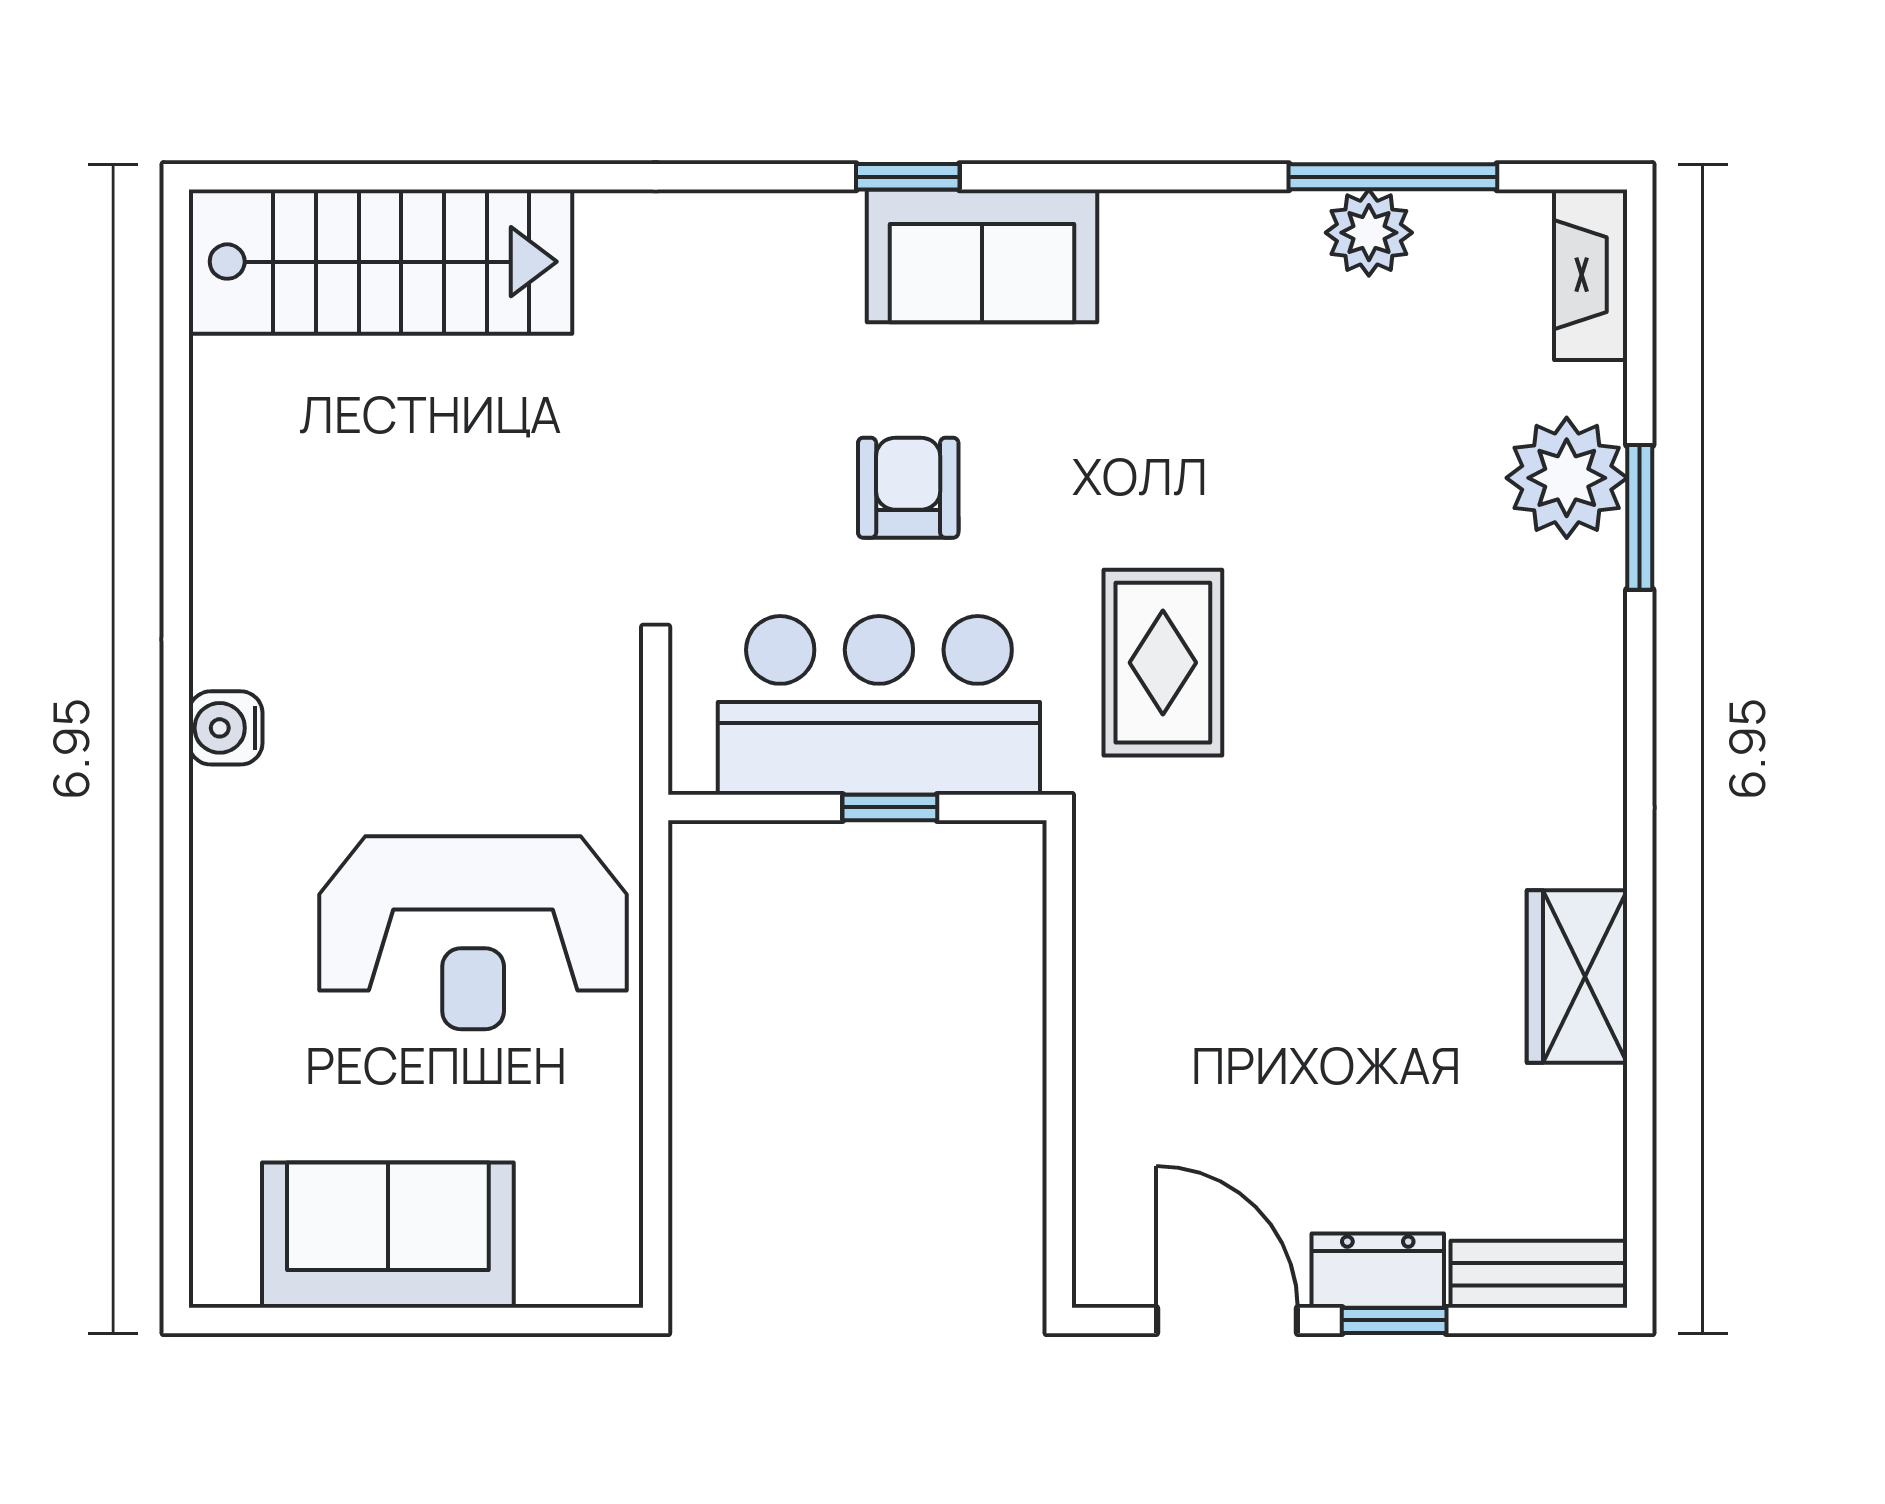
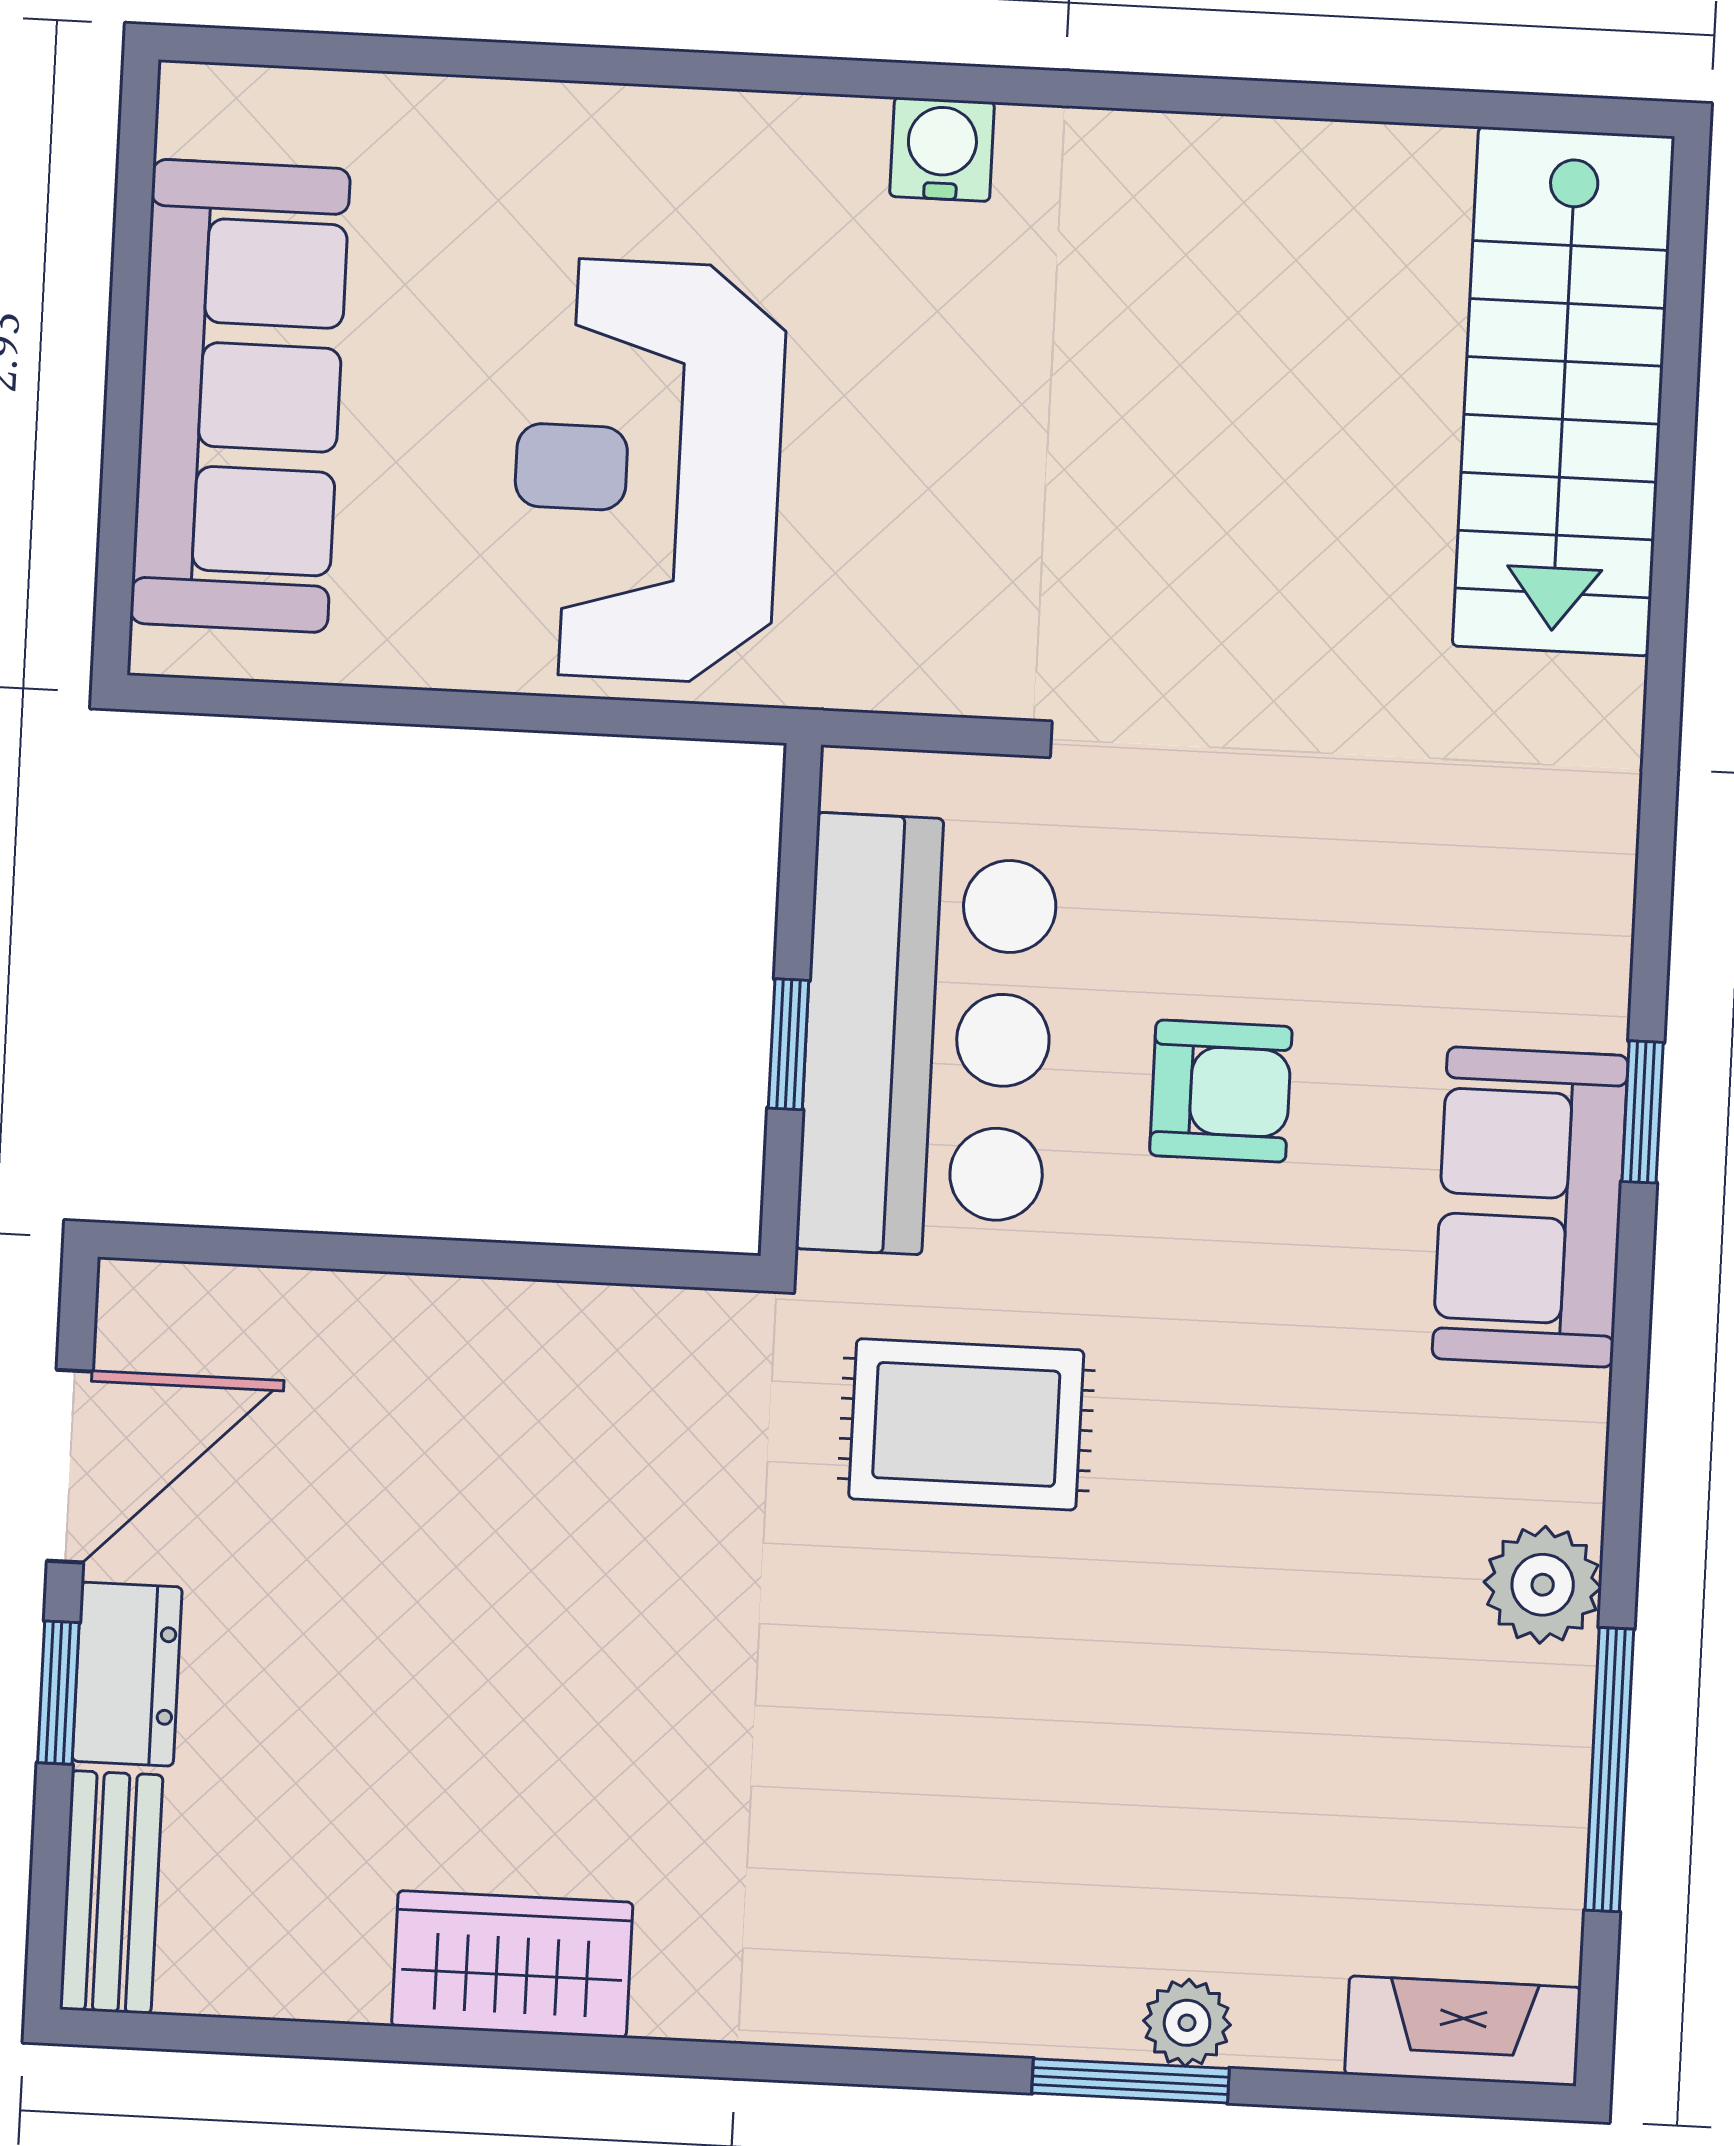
plant: (1369, 233) -> (1543, 1585), moved
plant: (1567, 478) -> (1187, 2023), width x0.53, depth x0.53
sofa: (388, 1235) -> (240, 396), width x1.36

